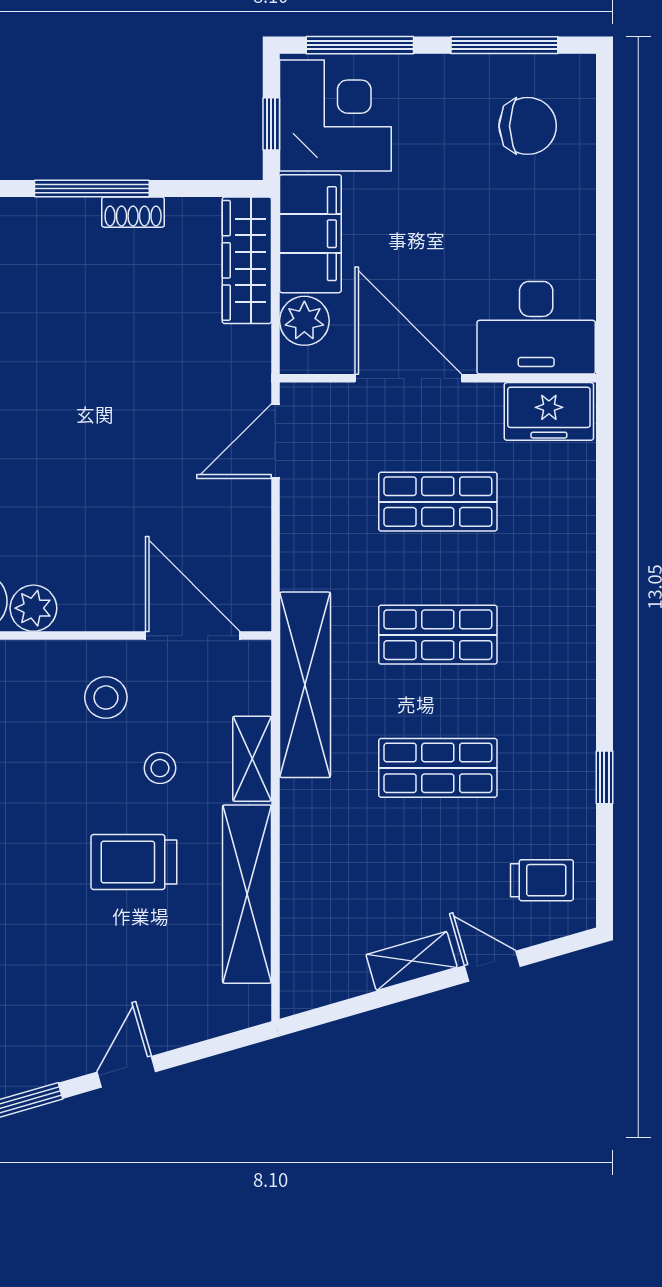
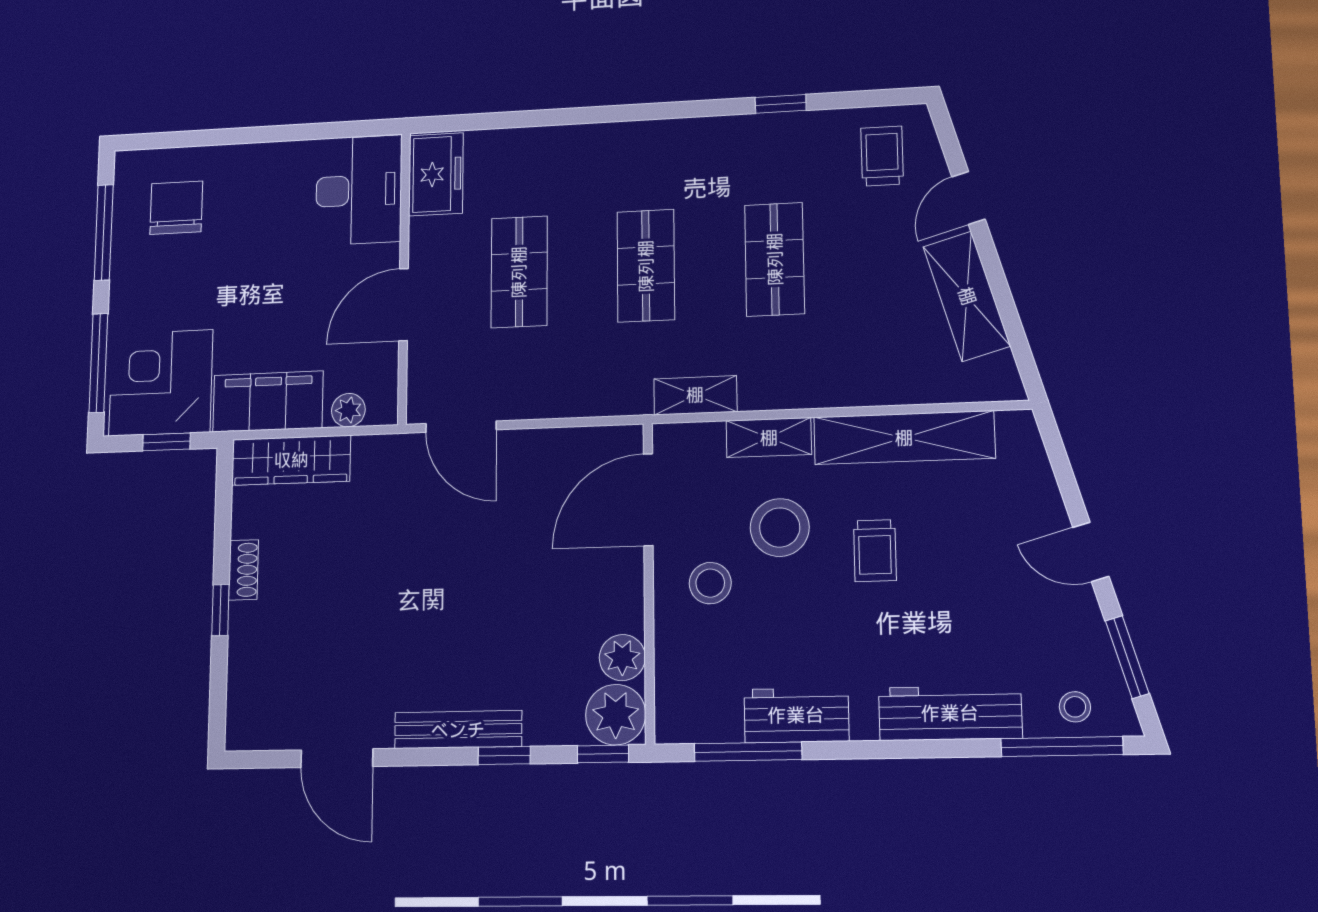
window: (92, 188) -> (220, 610), width x0.46
plant: (304, 321) -> (348, 410), width x0.73, depth x0.73
door: (408, 378) -> (404, 305), width x0.73
shelving: (305, 685) -> (695, 395), width x0.45, depth x0.75
stool: (160, 768) -> (780, 528), width x1.89, depth x1.89
trolley: (134, 862) -> (875, 551), width x0.73, depth x0.72
shelving: (412, 961) -> (967, 296), width x1.50, depth x1.33

